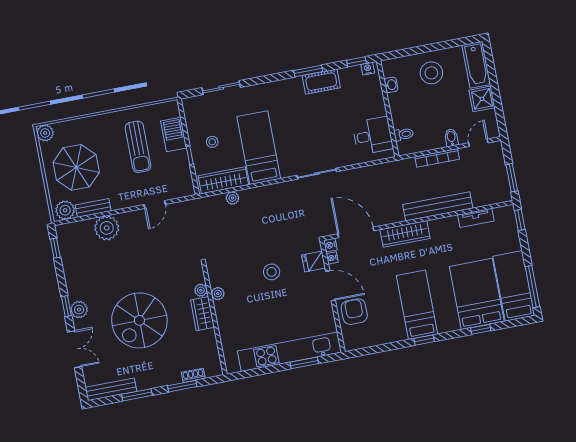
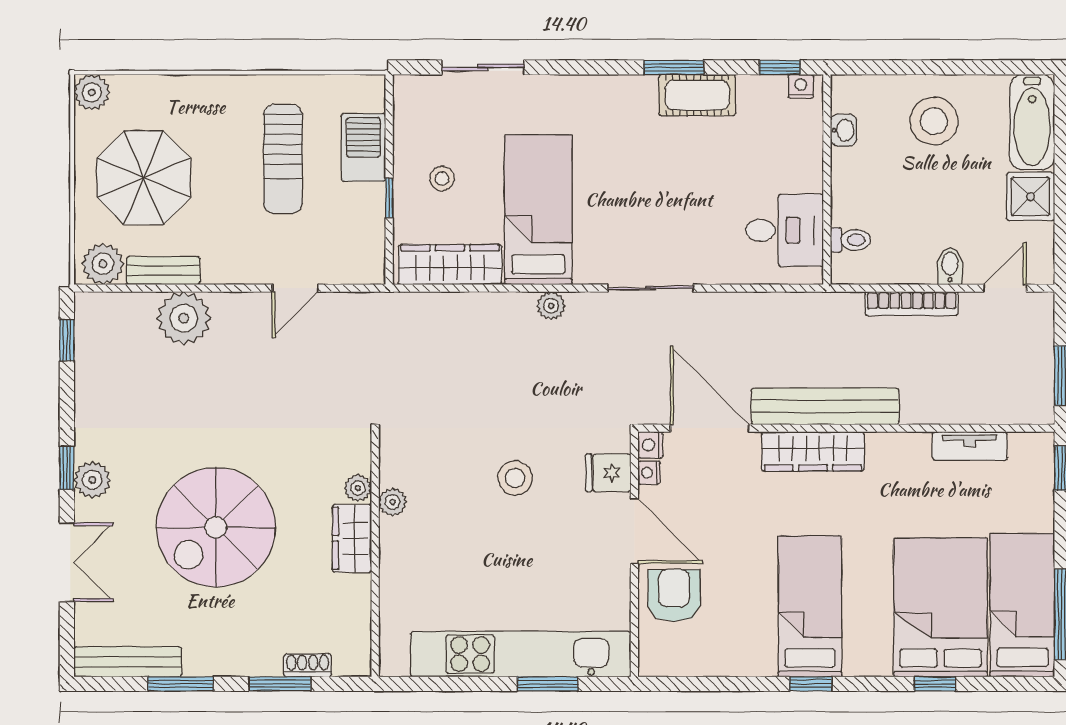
plant: (232, 198) -> (551, 306), moved
bench: (438, 206) -> (825, 406), moved

